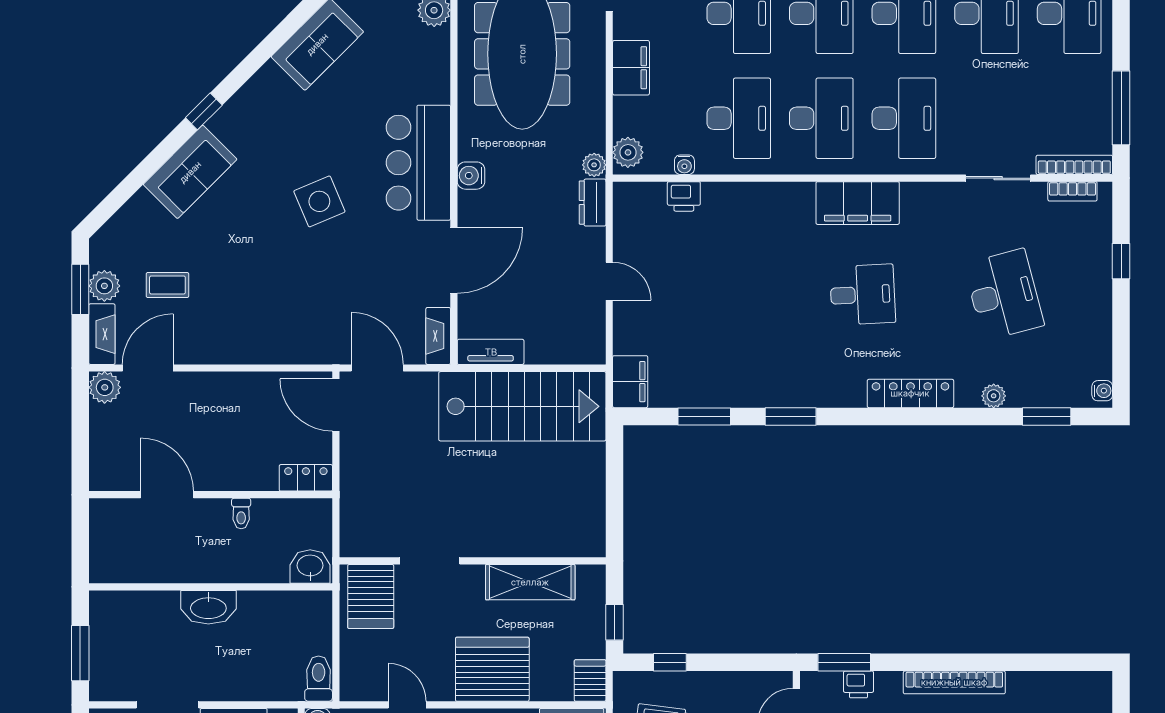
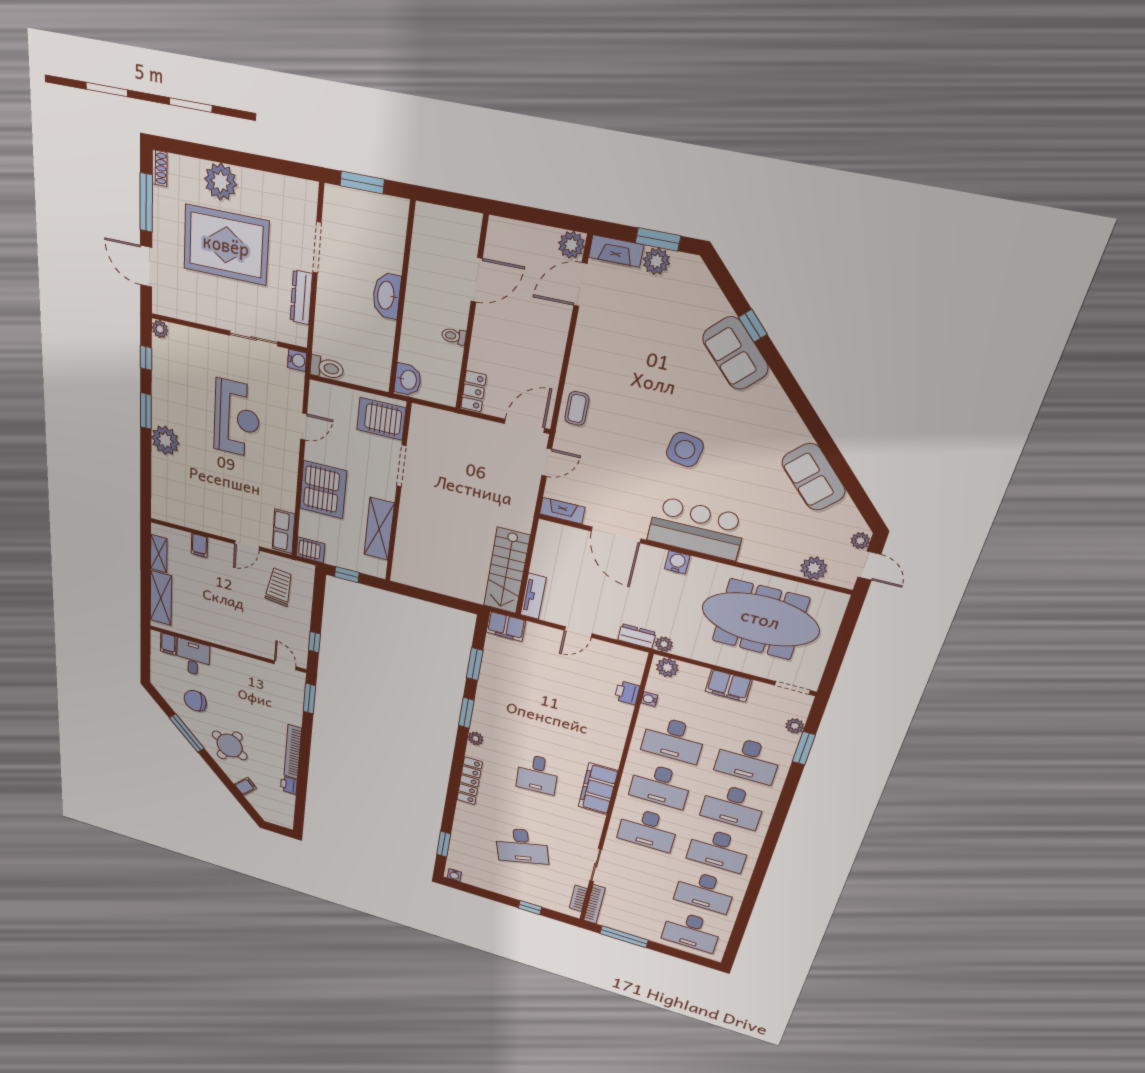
window: (204, 111) -> (753, 326), moved
side table: (319, 201) -> (685, 450), turned 33
coffee table: (167, 285) -> (577, 408), moved
tv unit: (491, 352) -> (533, 596), moved
door: (148, 368) -> (580, 285), swing flipped
door: (377, 368) -> (547, 462), width x0.73
plant: (994, 396) -> (476, 738), moved
stairs: (522, 406) -> (507, 571), width x0.73, depth x0.66
window: (670, 662) -> (314, 642), moved
printer: (859, 684) -> (289, 785), moved

